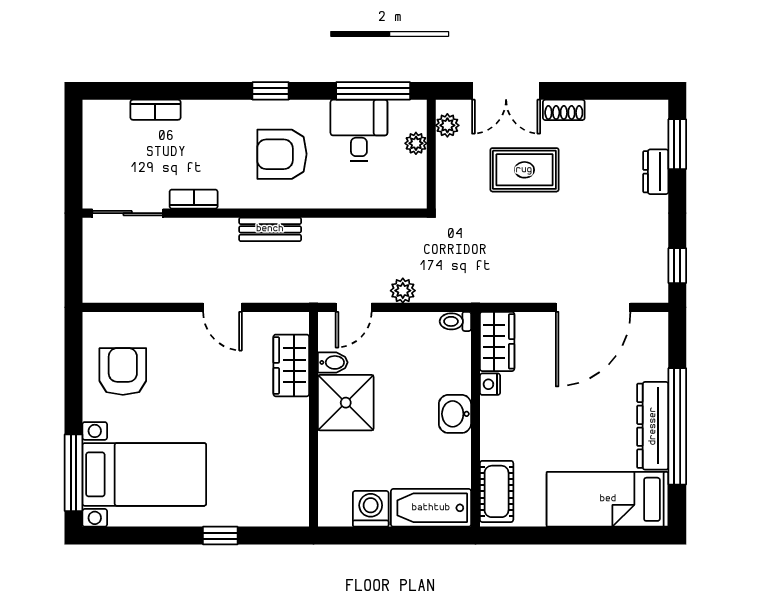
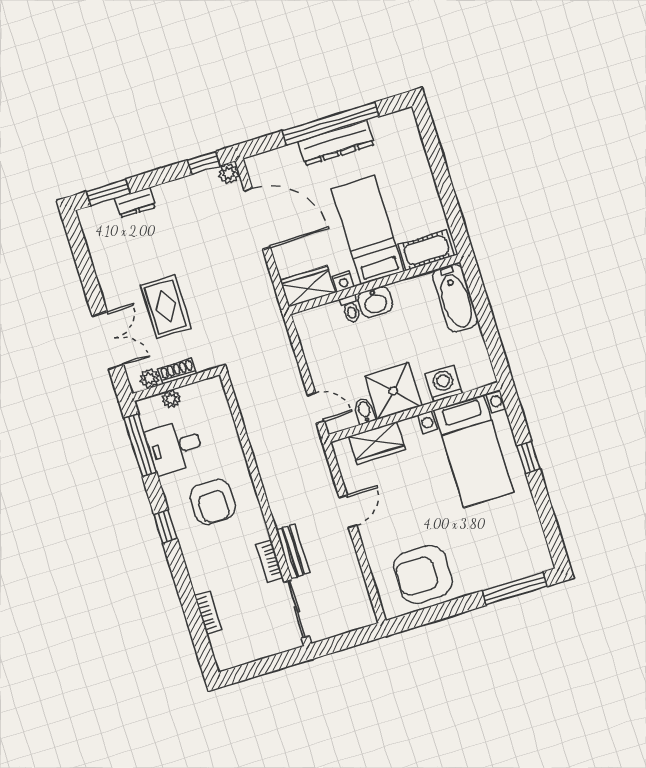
shoe rack: (564, 110) -> (177, 371), moved, turned -90
bench: (270, 229) -> (293, 551), moved
plant: (403, 291) -> (229, 173), moved
toilet: (455, 321) -> (351, 309), moved
armchair: (123, 372) -> (423, 574), width x1.36, depth x1.36
bed with nightstands: (144, 474) -> (474, 451), moved, turned 180
bed: (608, 499) -> (368, 230), moved, turned 180
washing machine: (371, 509) -> (444, 384), moved, turned 90

